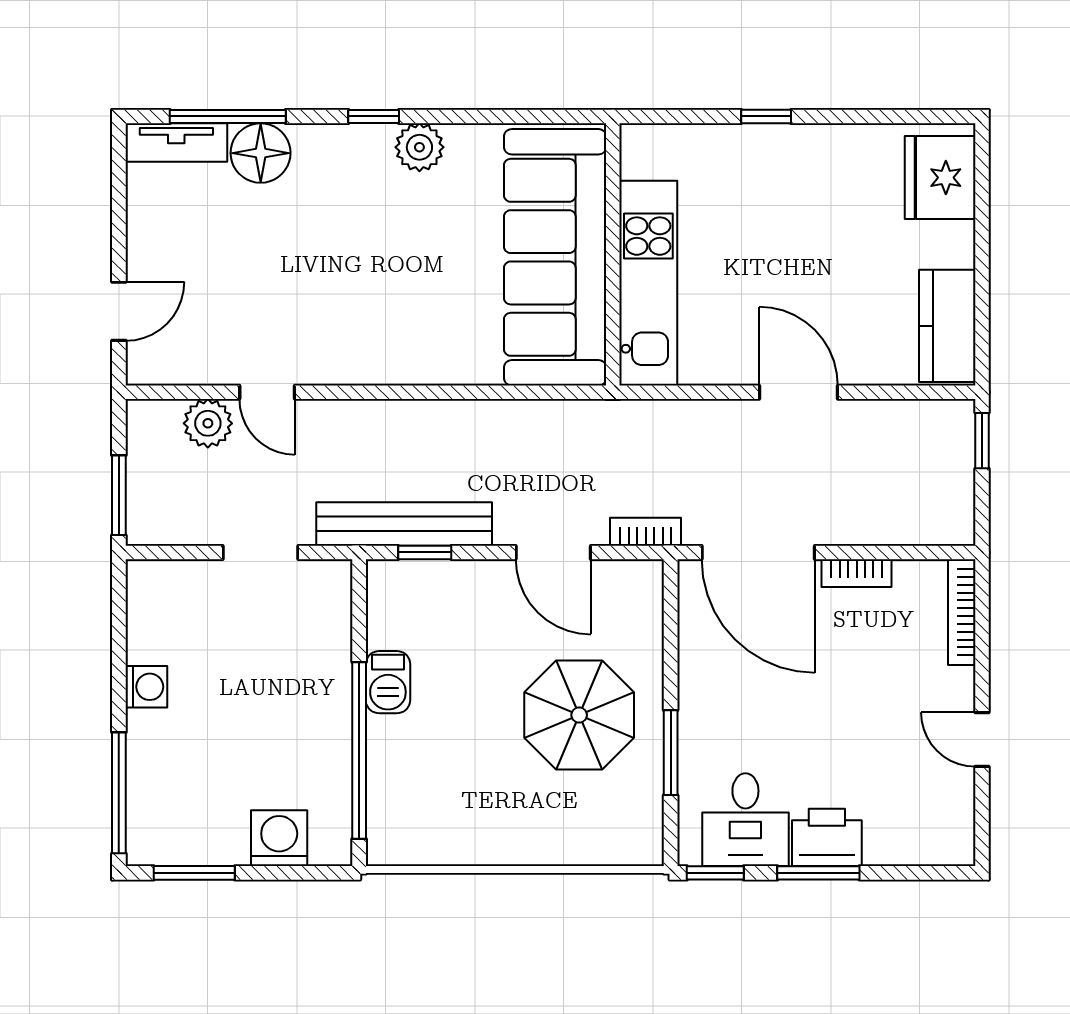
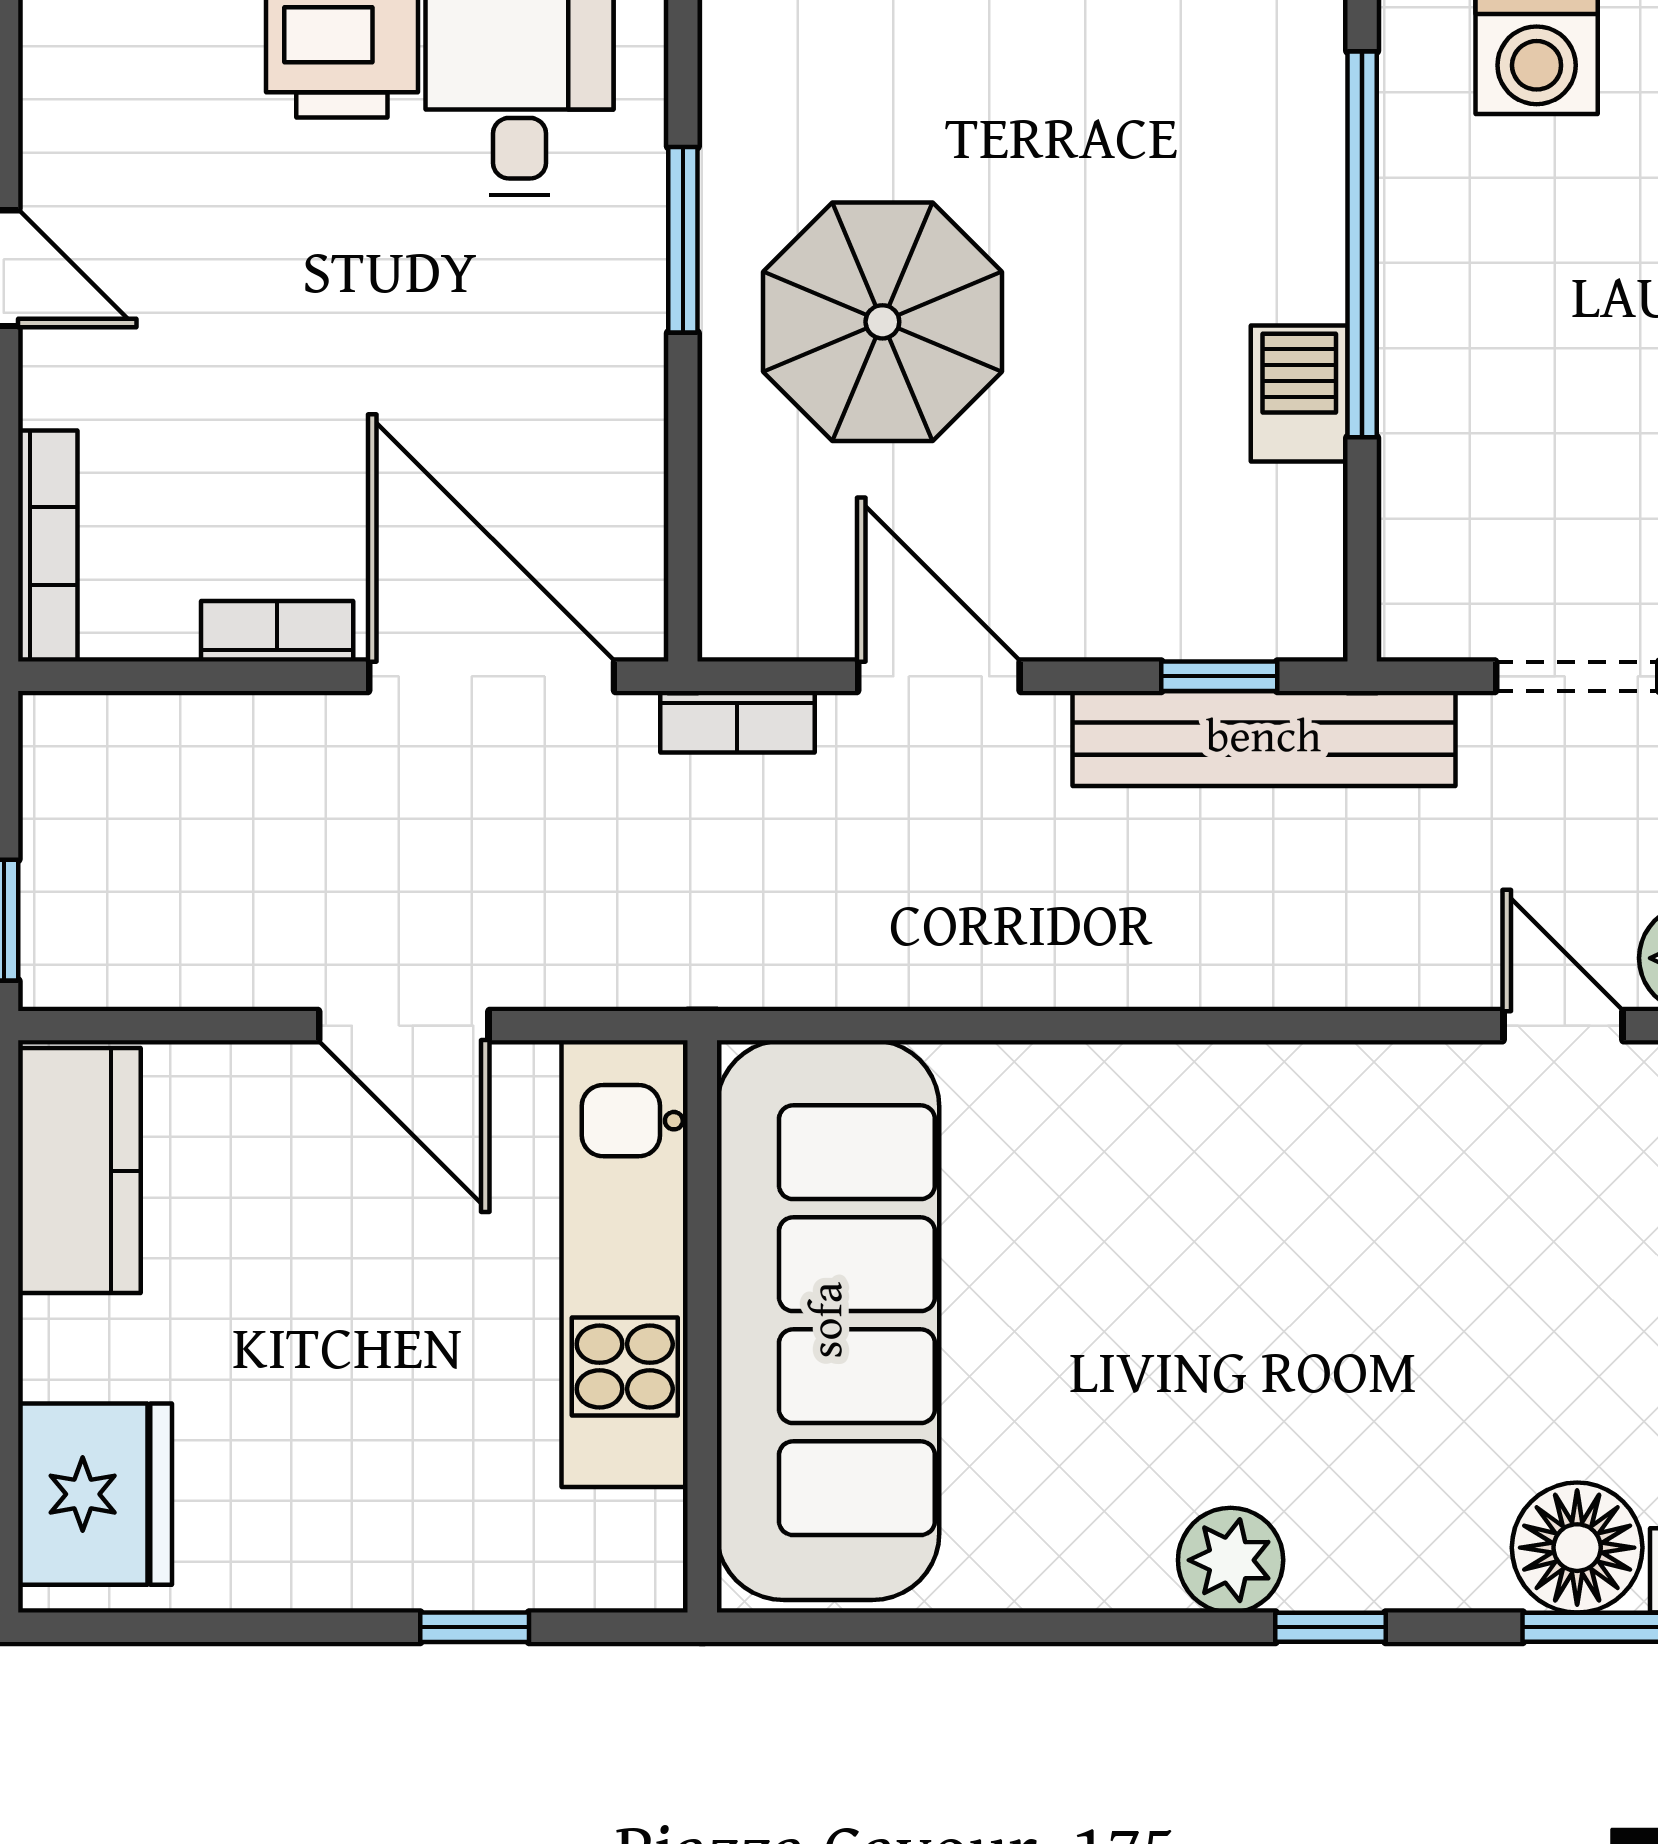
wall: (613, 254) -> (702, 1326), moved
sofa: (555, 257) -> (828, 1320), moved
kitchen unit: (648, 283) -> (625, 1264), moved

